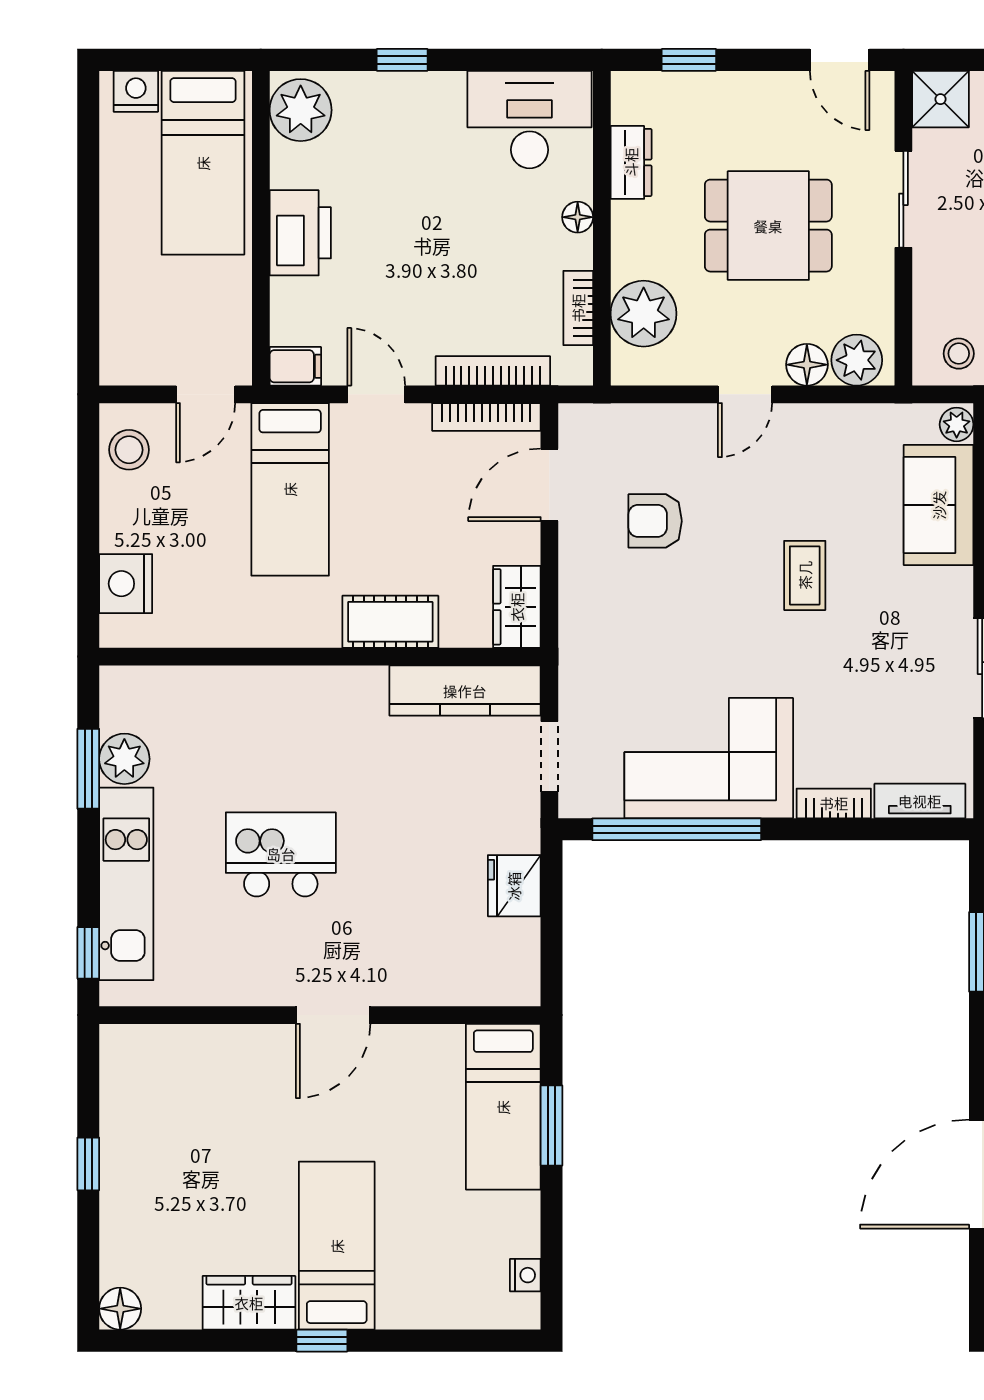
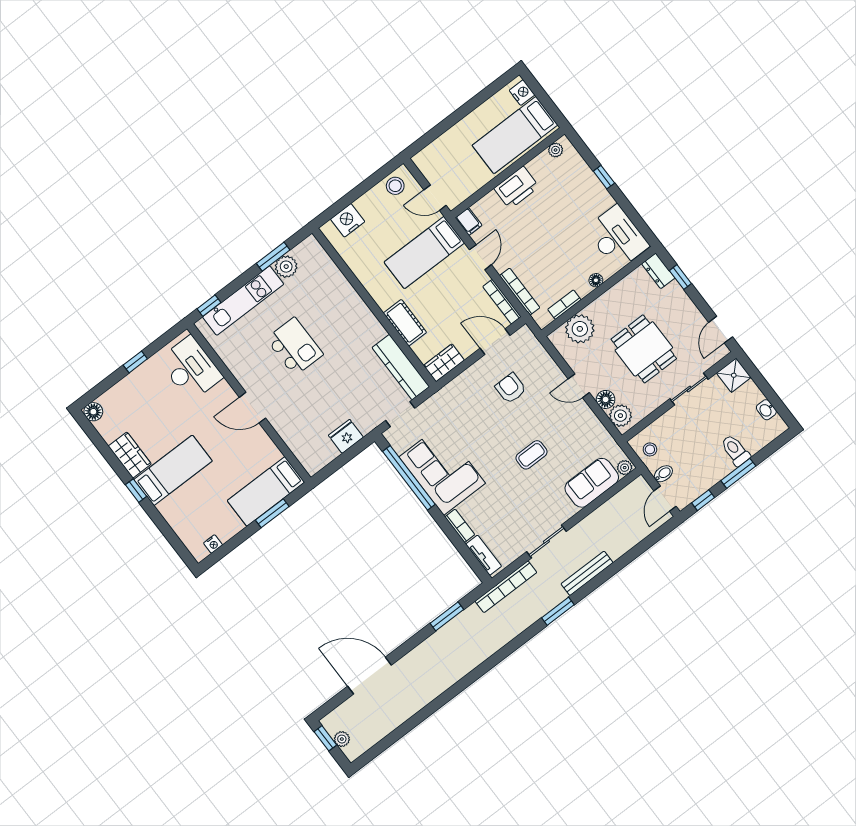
plant: (301, 110) -> (556, 150), width x0.53, depth x0.53
dresser: (631, 162) -> (658, 271), moved, turned 90
desk: (177, 1073) -> (191, 369), added

